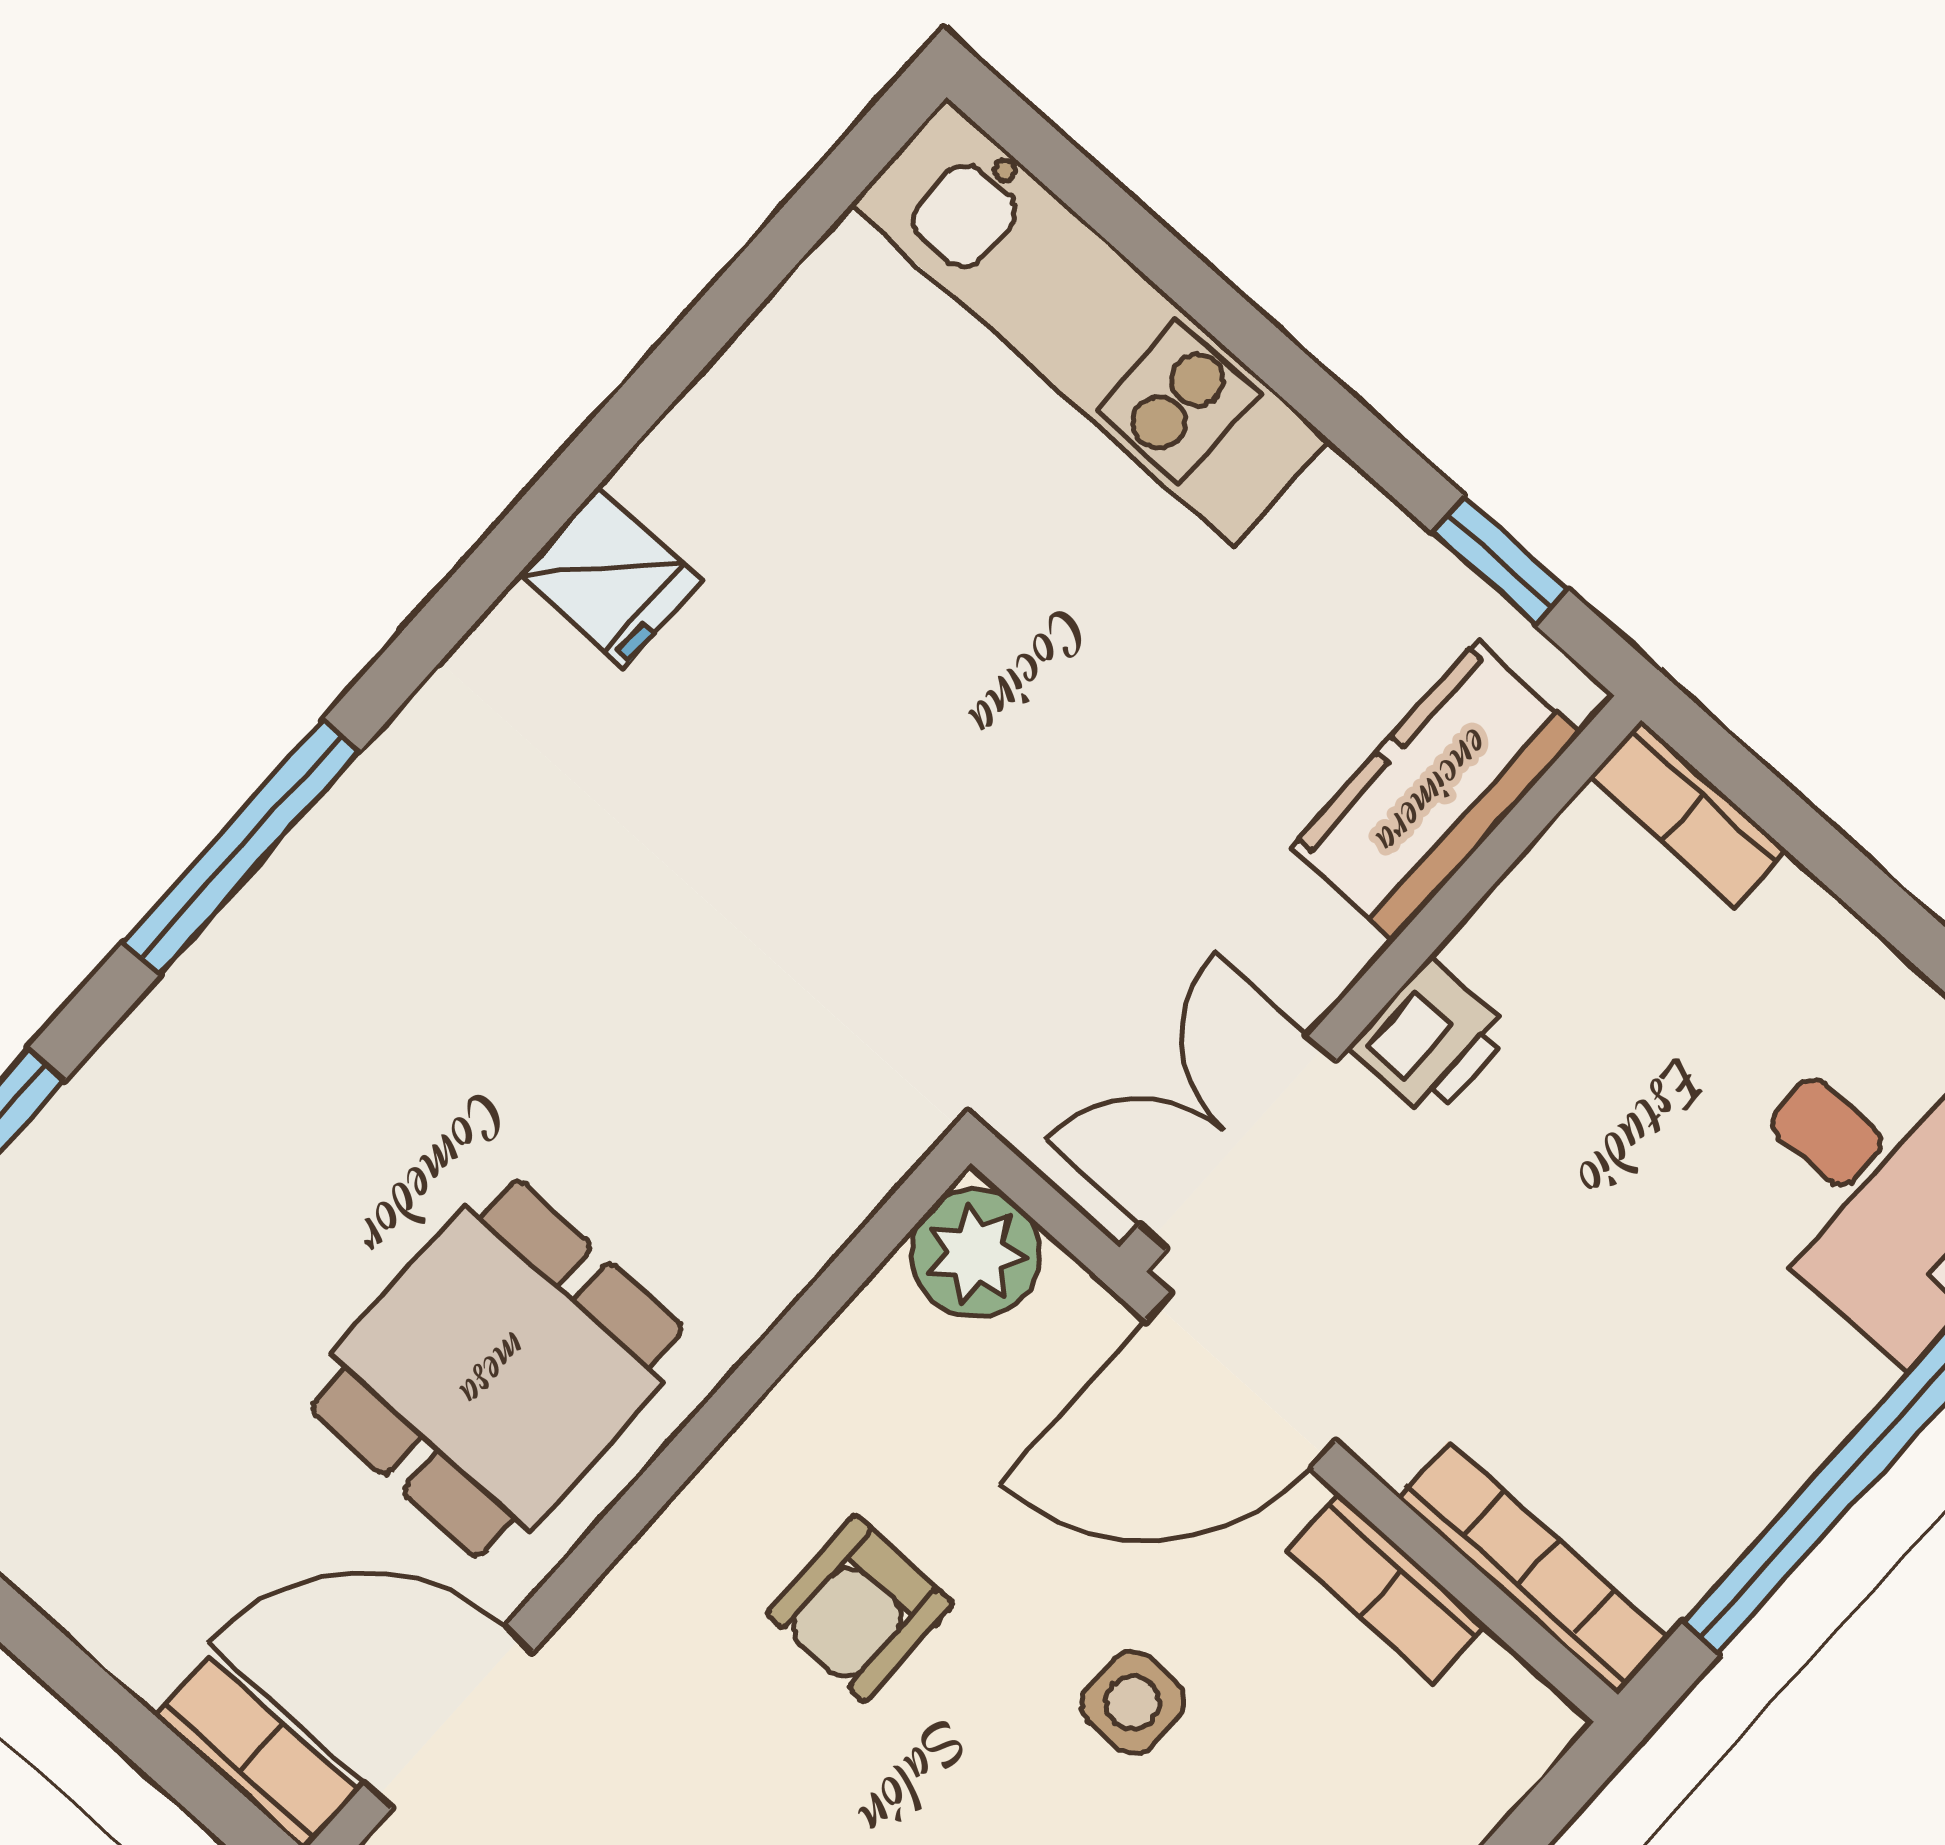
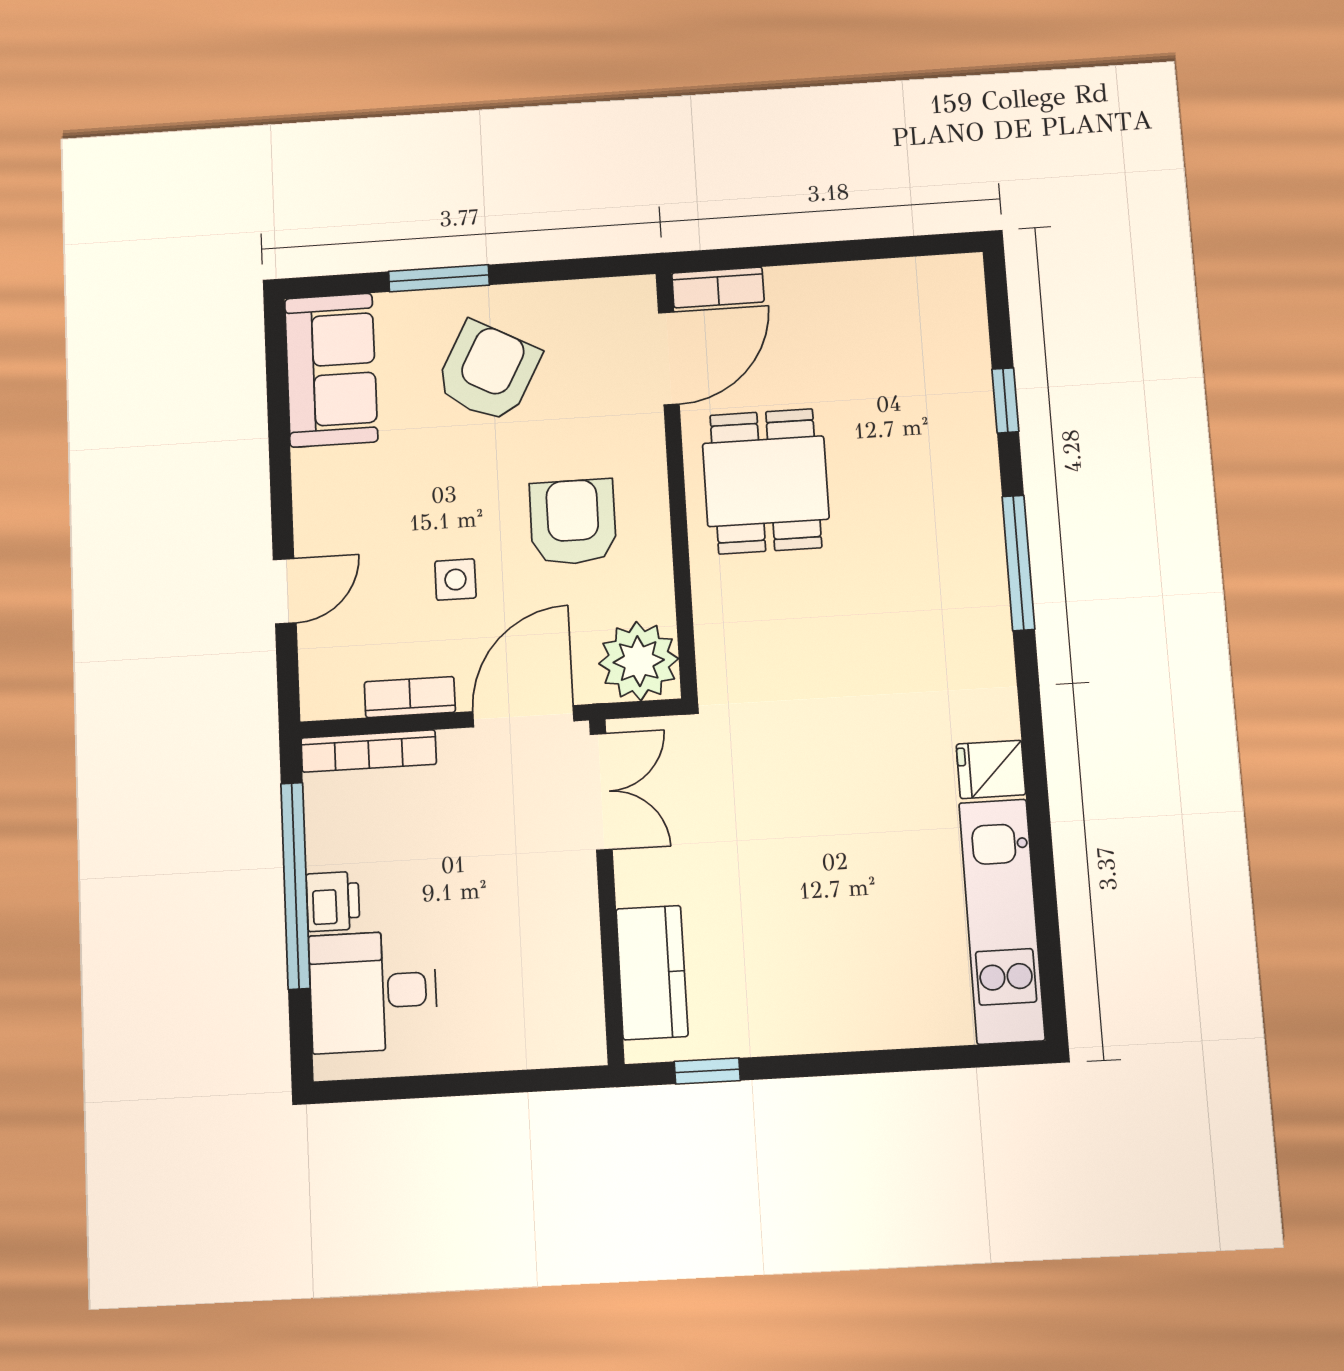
kitchen unit: (1090, 322) -> (1002, 921), moved, turned -90
bookcase: (1688, 813) -> (562, 1049), removed
printer: (1431, 1039) -> (333, 901), moved, turned 180
plant: (976, 1253) -> (639, 661), width x1.36, depth x1.36
armchair: (860, 1608) -> (573, 522), width x1.38, depth x1.38

